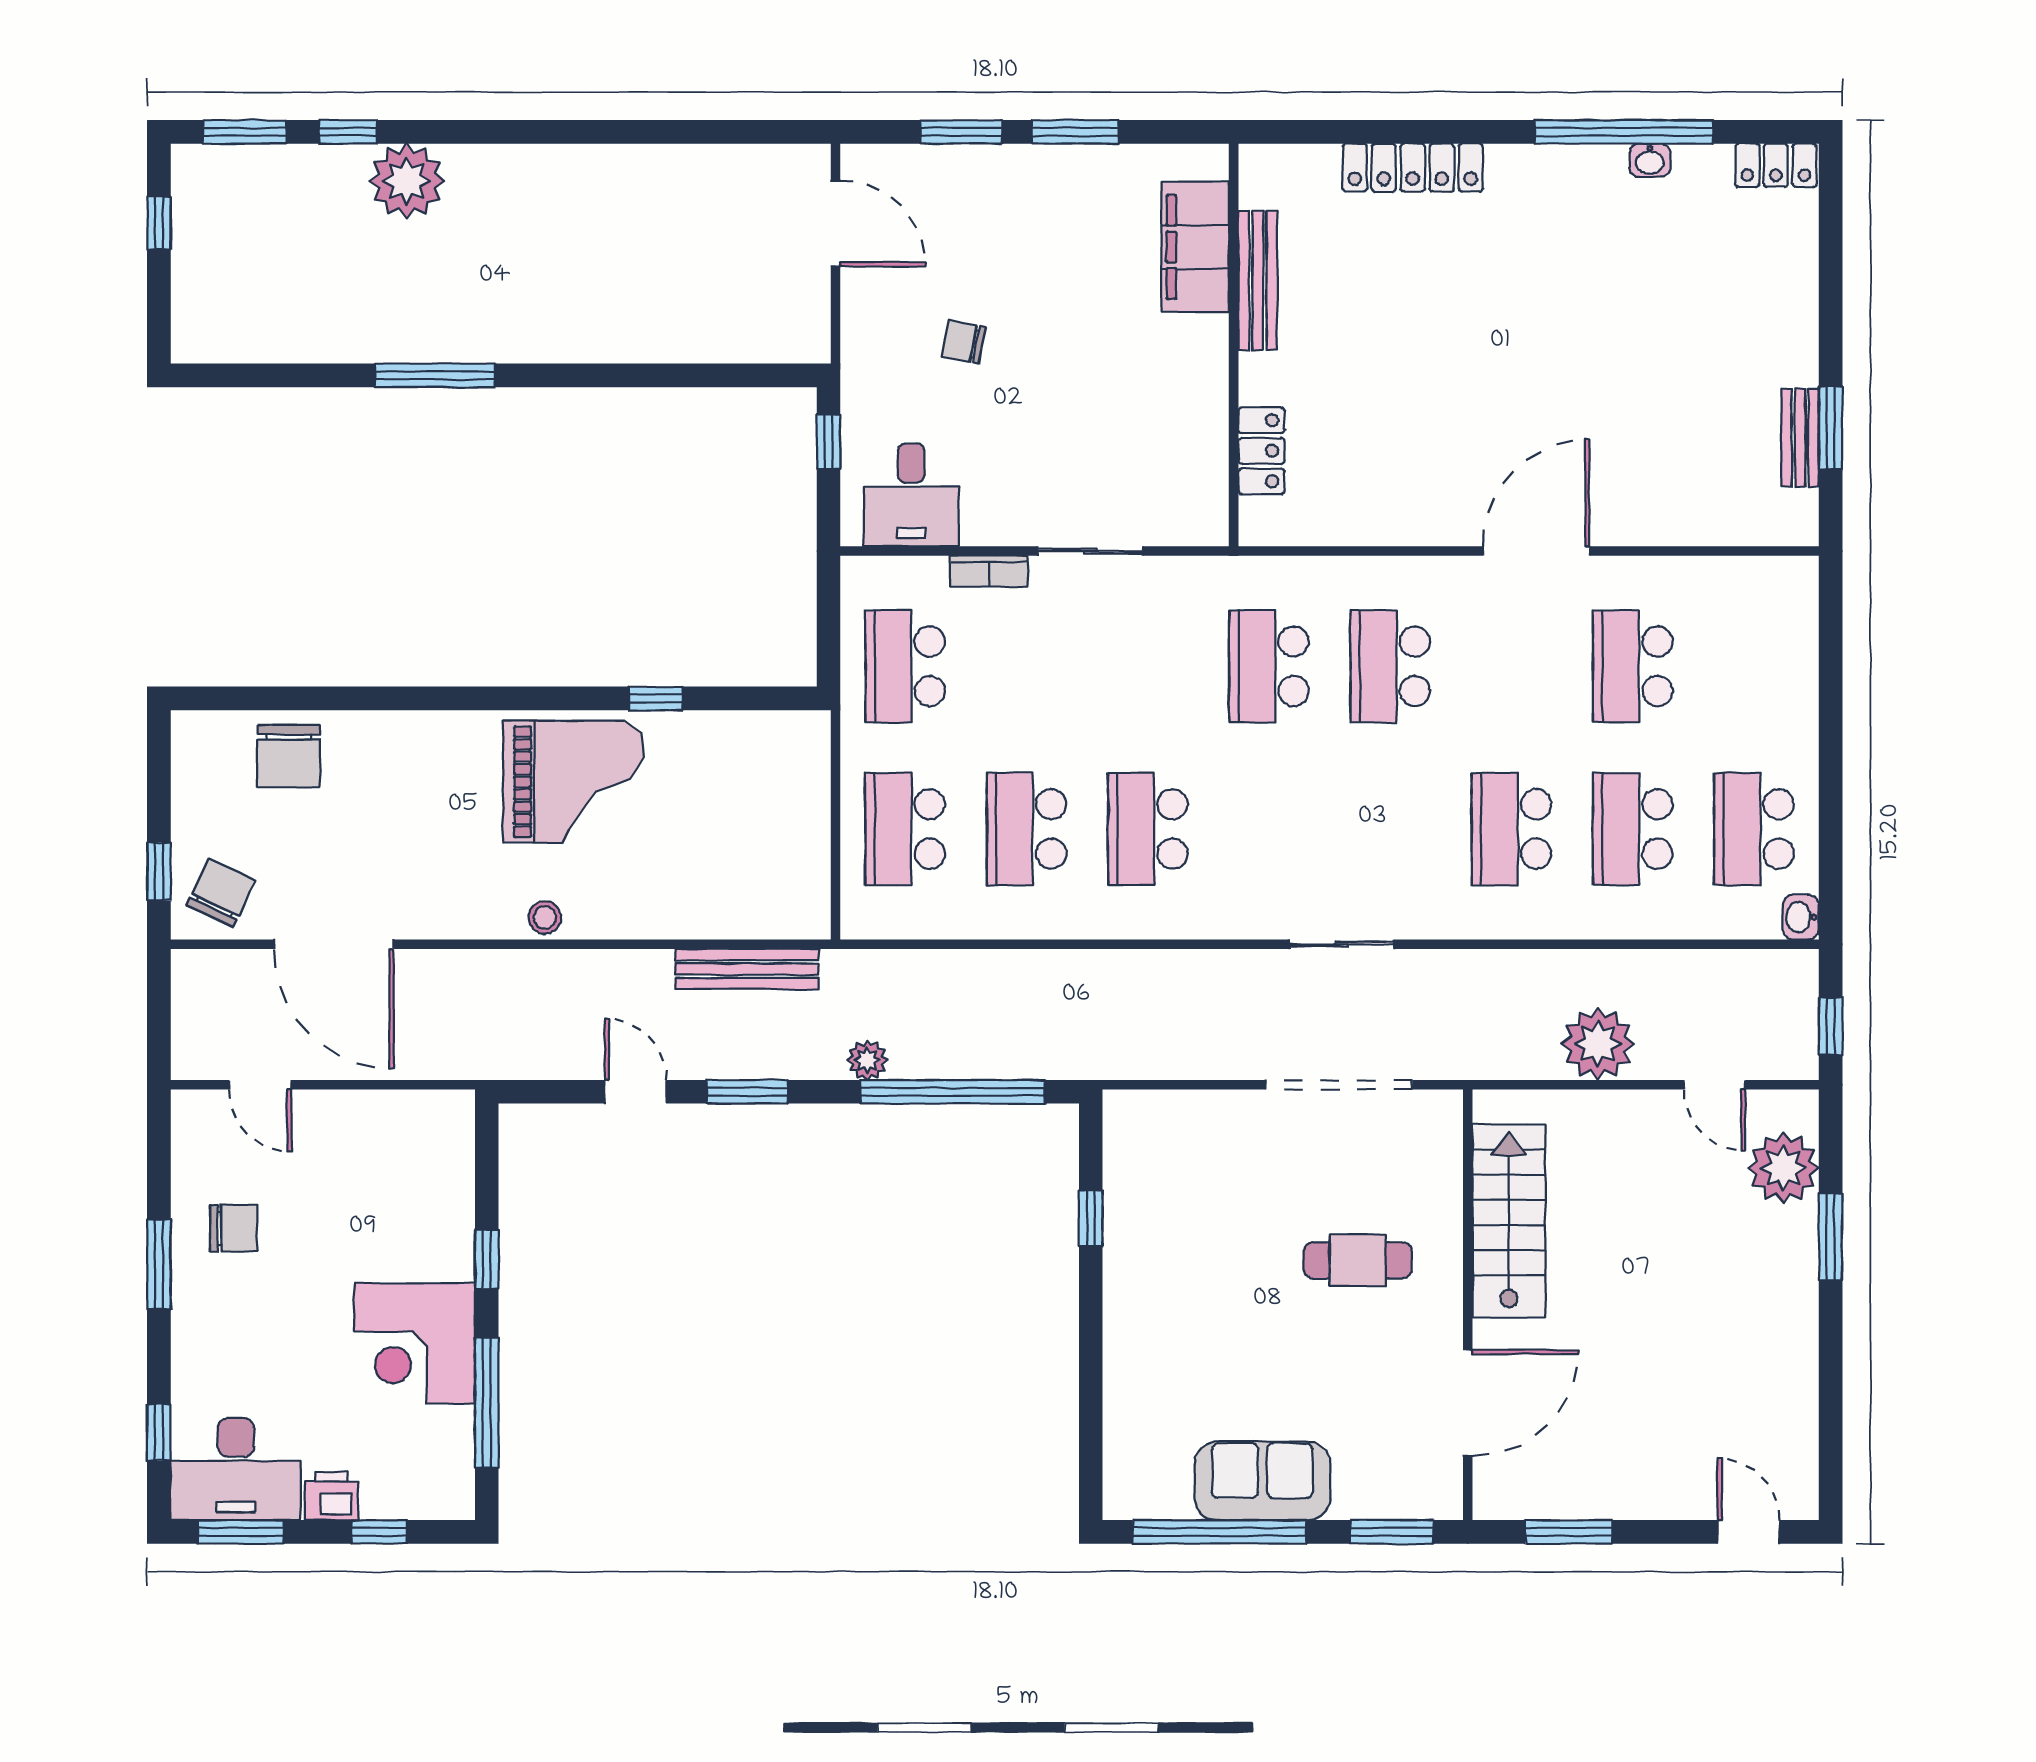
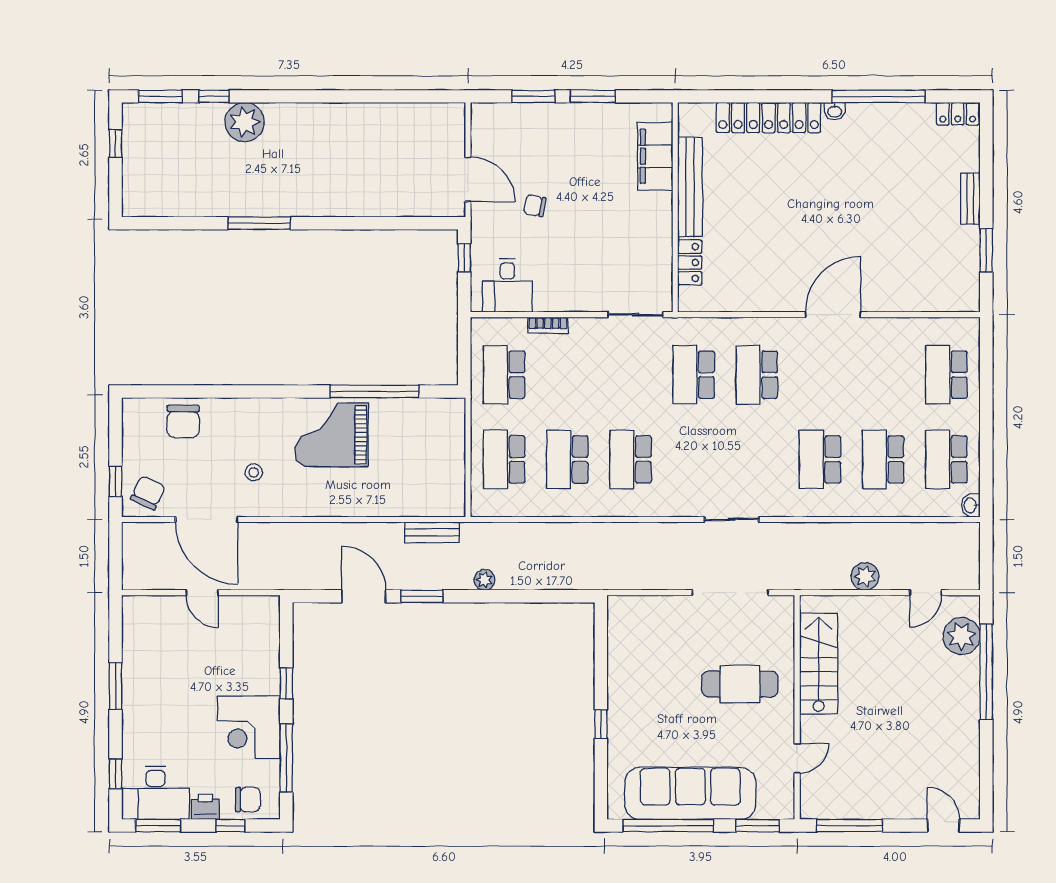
washbasin: (1650, 160) -> (835, 111), moved
locker: (1413, 168) -> (769, 118), width x1.41, depth x1.21
door: (836, 224) -> (468, 179), moved
bench: (1258, 280) -> (690, 187), width x1.37, depth x1.21
bench: (1800, 438) -> (970, 199), moved
sliding door: (1090, 551) -> (636, 315), moved
school desk: (1633, 666) -> (946, 375), moved
window: (656, 698) -> (374, 391), width x3.17
grand piano: (573, 782) -> (331, 435), turned 180
stool: (545, 917) -> (254, 472), moved
bench: (747, 969) -> (432, 532), width x0.73
window: (1831, 1026) -> (986, 562), removed
plant: (1598, 1044) -> (865, 576), width x0.73, depth x0.73
door: (260, 1085) -> (202, 593), moved
door: (1714, 1085) -> (926, 593), hinge flipped
door: (635, 1092) -> (364, 596), width x1.38
window: (953, 1092) -> (529, 596), removed
window: (1091, 1218) -> (601, 724), moved
chair: (234, 1228) -> (248, 800), moved
window: (1831, 1237) -> (986, 672), width x2.11
cafe table: (1358, 1260) -> (740, 684), width x1.37, depth x1.35
door: (1468, 1403) -> (797, 758), width x0.53
sofa: (1262, 1481) -> (690, 793), width x1.85, depth x1.27
window: (1569, 1532) -> (850, 826), width x1.44

